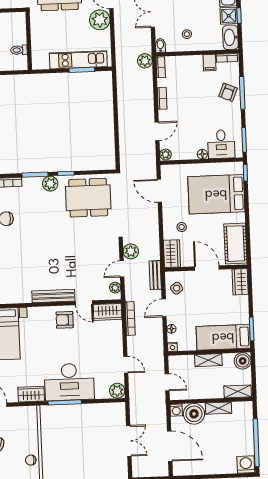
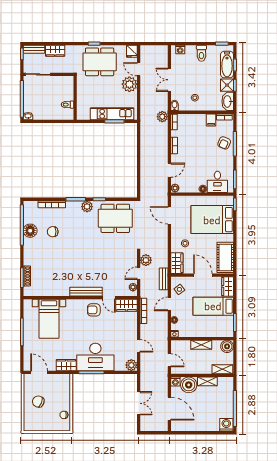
bed: (223, 337) -> (213, 306), moved

